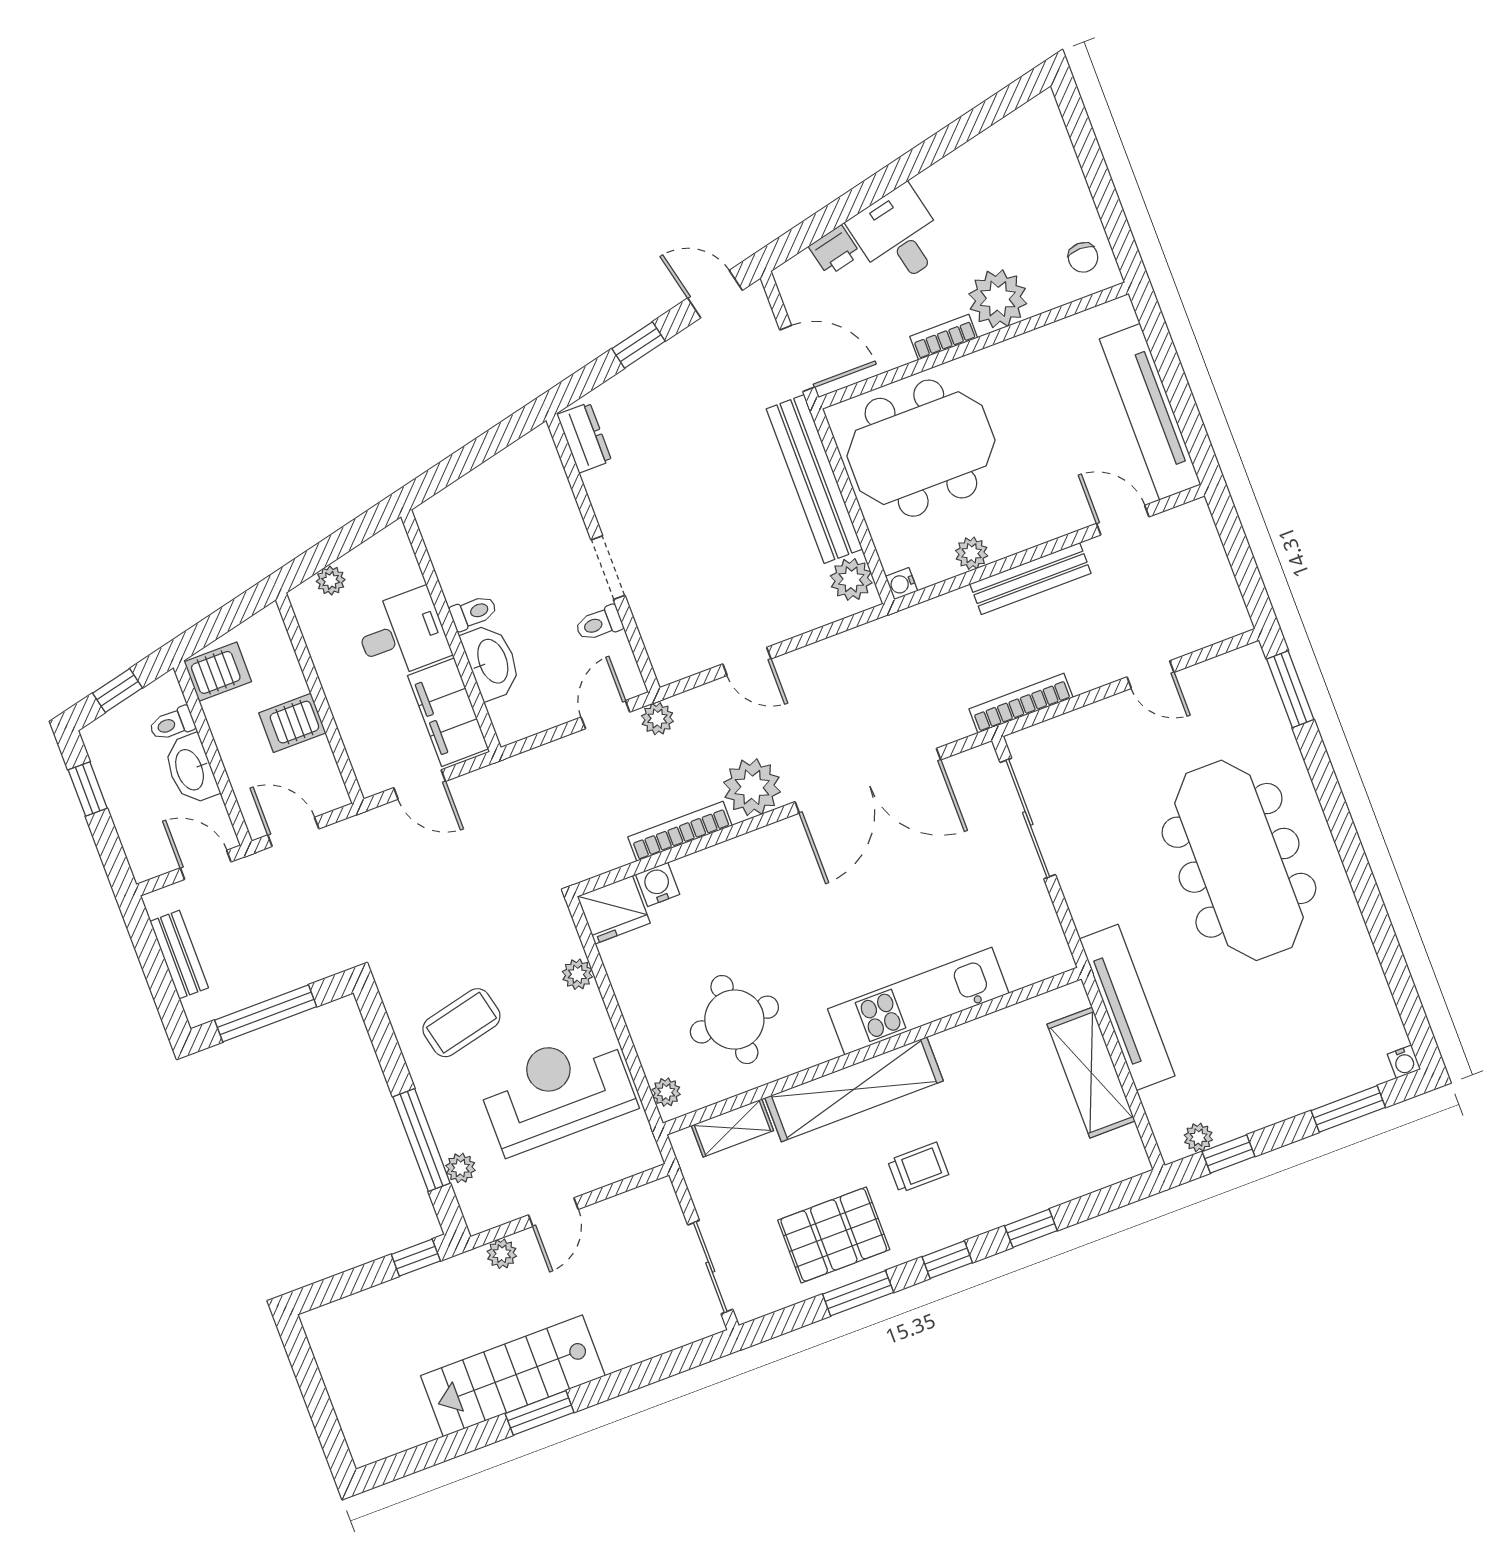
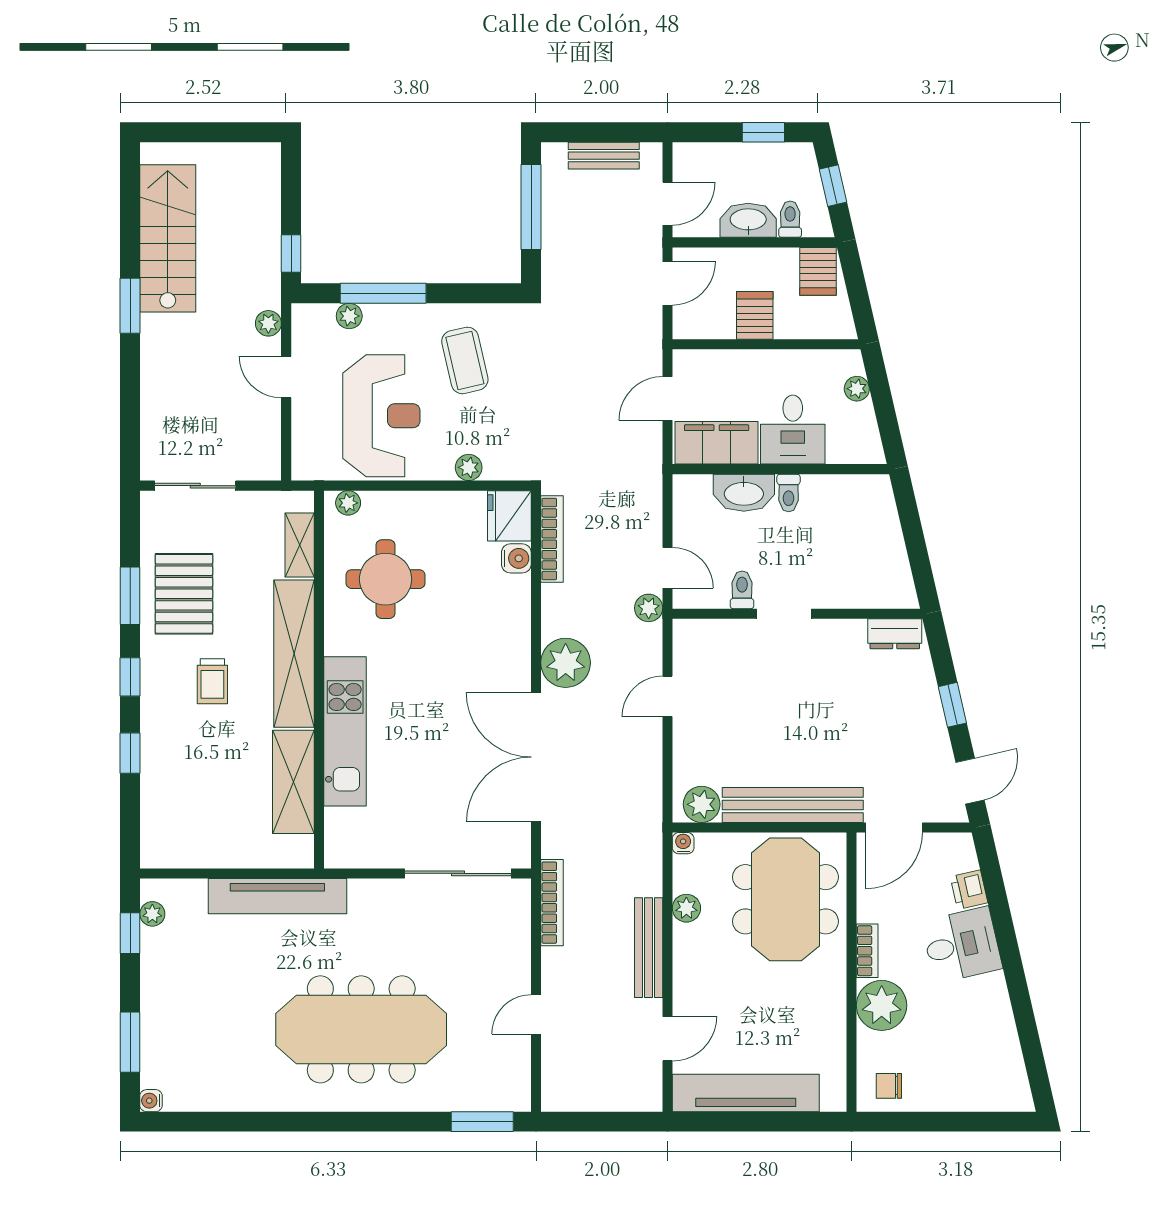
bookcase: (680, 831) -> (552, 539), moved
shelving: (1091, 1073) -> (293, 782), moved, turned 90
stairs: (513, 1376) -> (168, 238), moved

